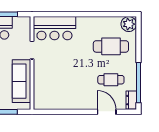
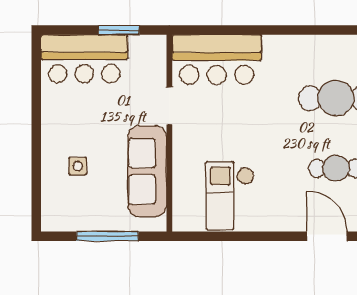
checkout: (61, 93) -> (230, 196), added

